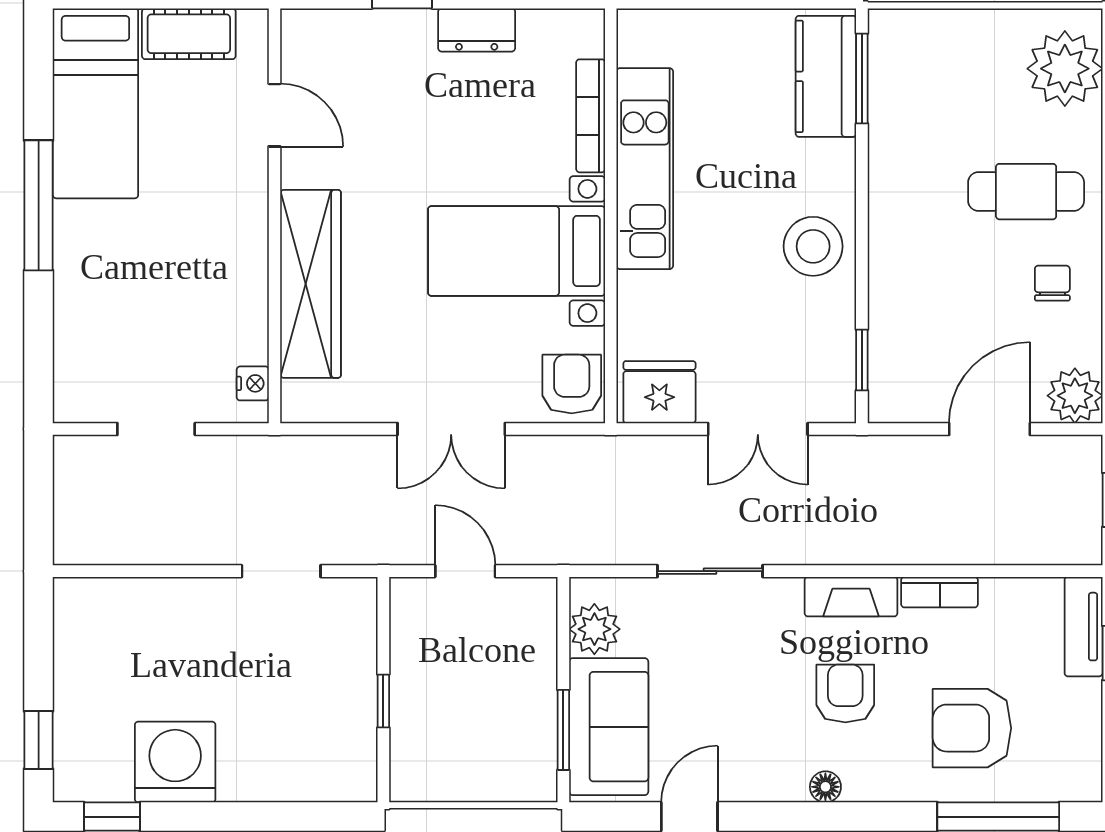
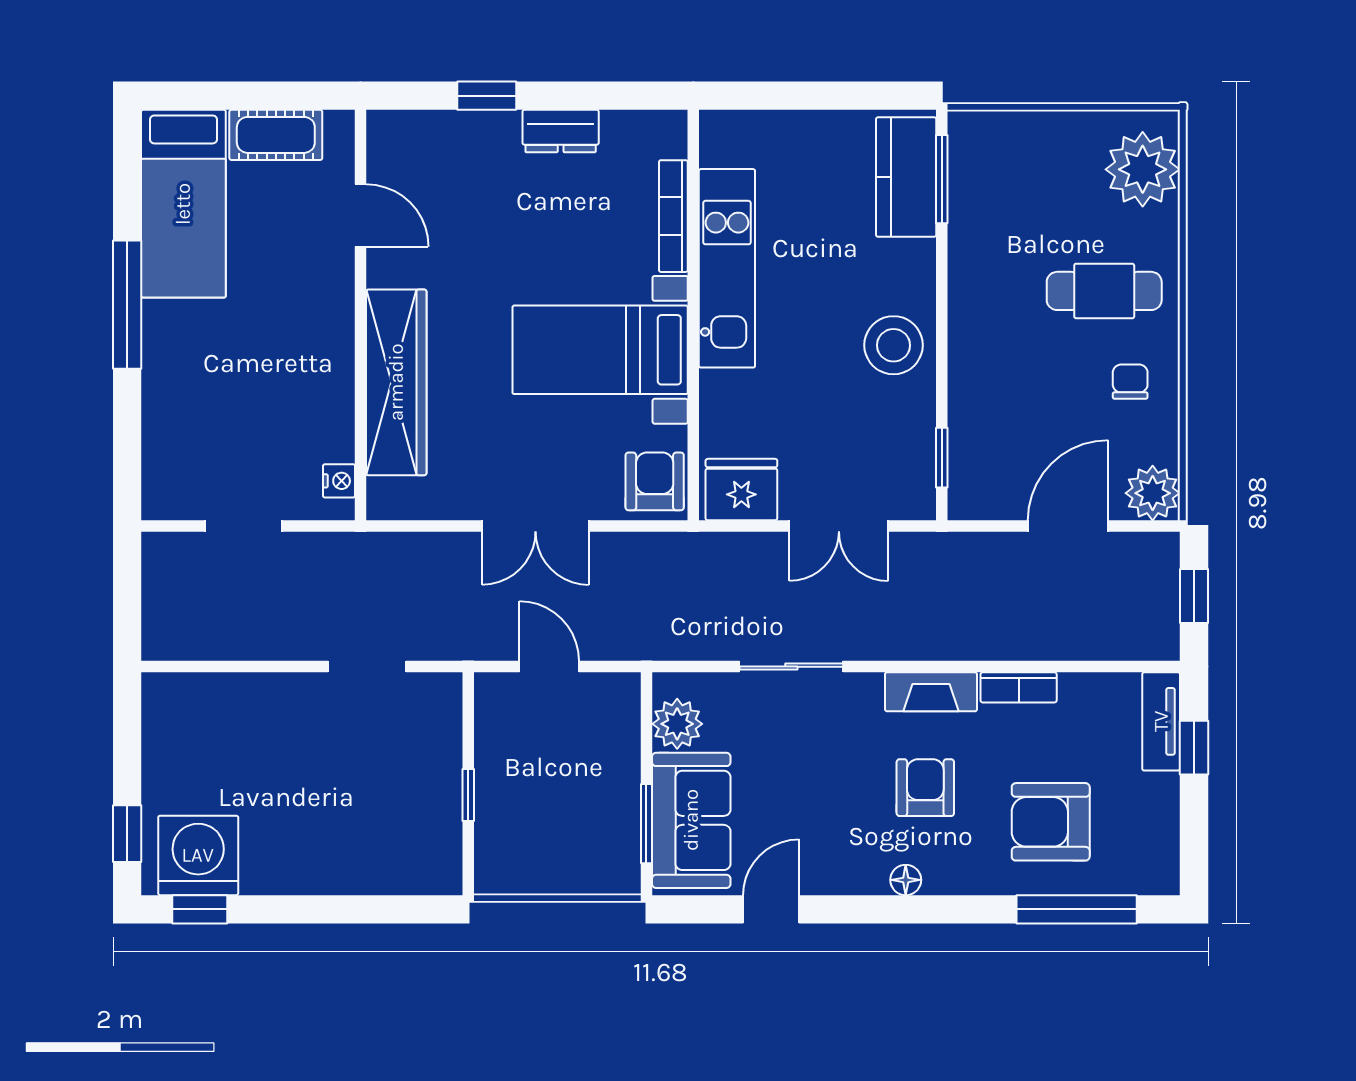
washing machine: (175, 762) -> (198, 855), moved

